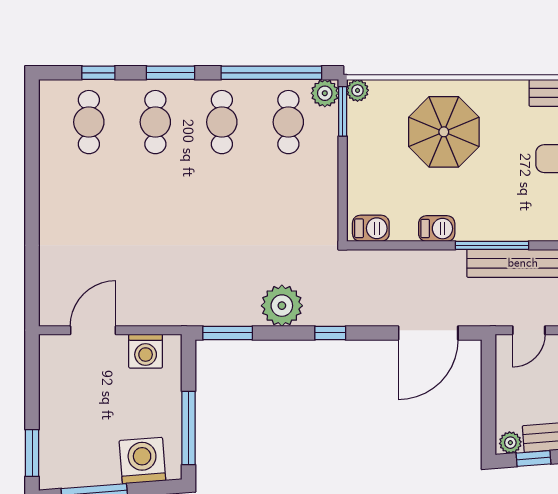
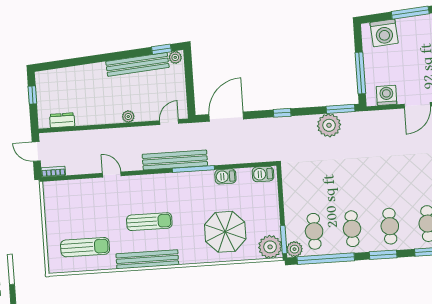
plant: (358, 90) -> (270, 247), width x1.88, depth x1.88
plant: (282, 306) -> (329, 125), moved
window: (189, 428) -> (360, 73), moved

